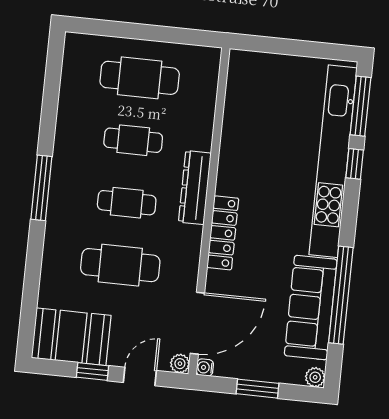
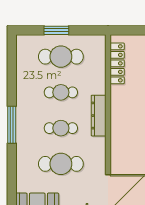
window: (136, 31) -> (56, 30), added
locker: (223, 233) -> (117, 63), moved

